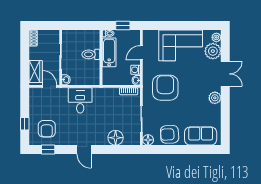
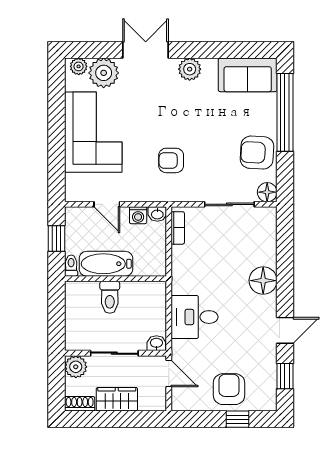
plant: (53, 36) -> (76, 367), added
wardrobe: (36, 72) -> (117, 399), moved
door: (50, 86) -> (169, 373), swing flipped
armchair: (165, 88) -> (171, 160), width x0.53, depth x0.53
armchair: (47, 129) -> (229, 389), moved, turned -90
armchair: (170, 134) -> (257, 153), turned 96
sofa: (201, 136) -> (248, 75), moved, turned -90
floor lamp: (116, 138) -> (263, 281), moved
door: (84, 150) -> (285, 330), moved
window: (191, 150) -> (285, 112), added

